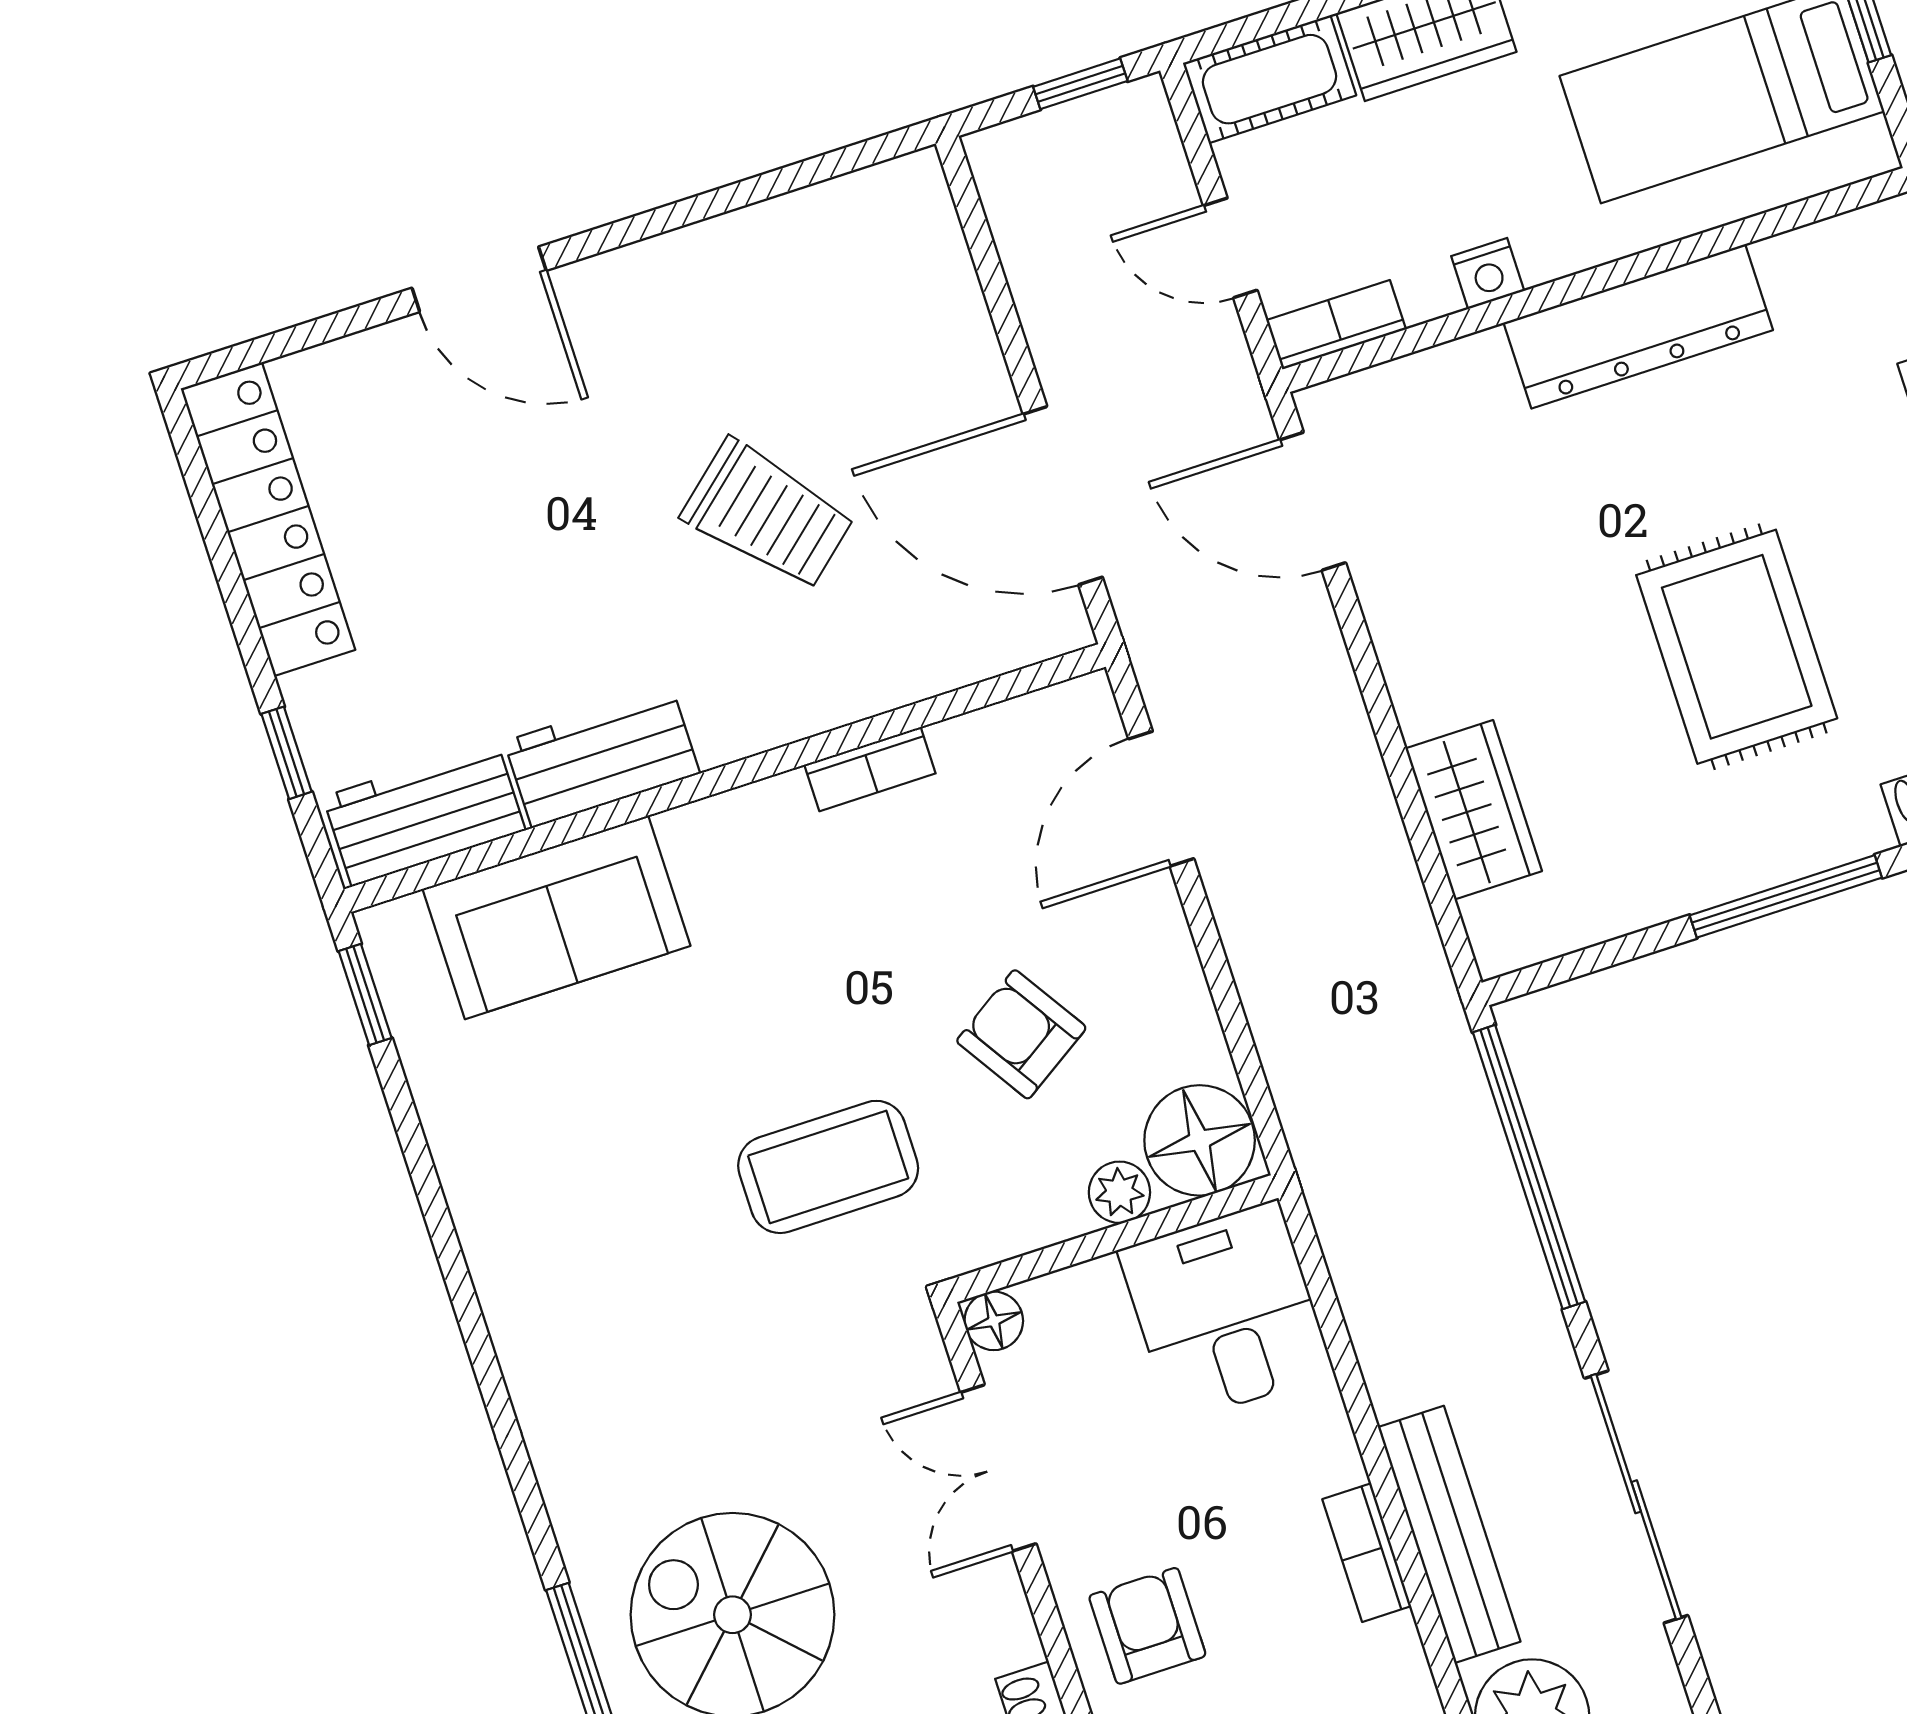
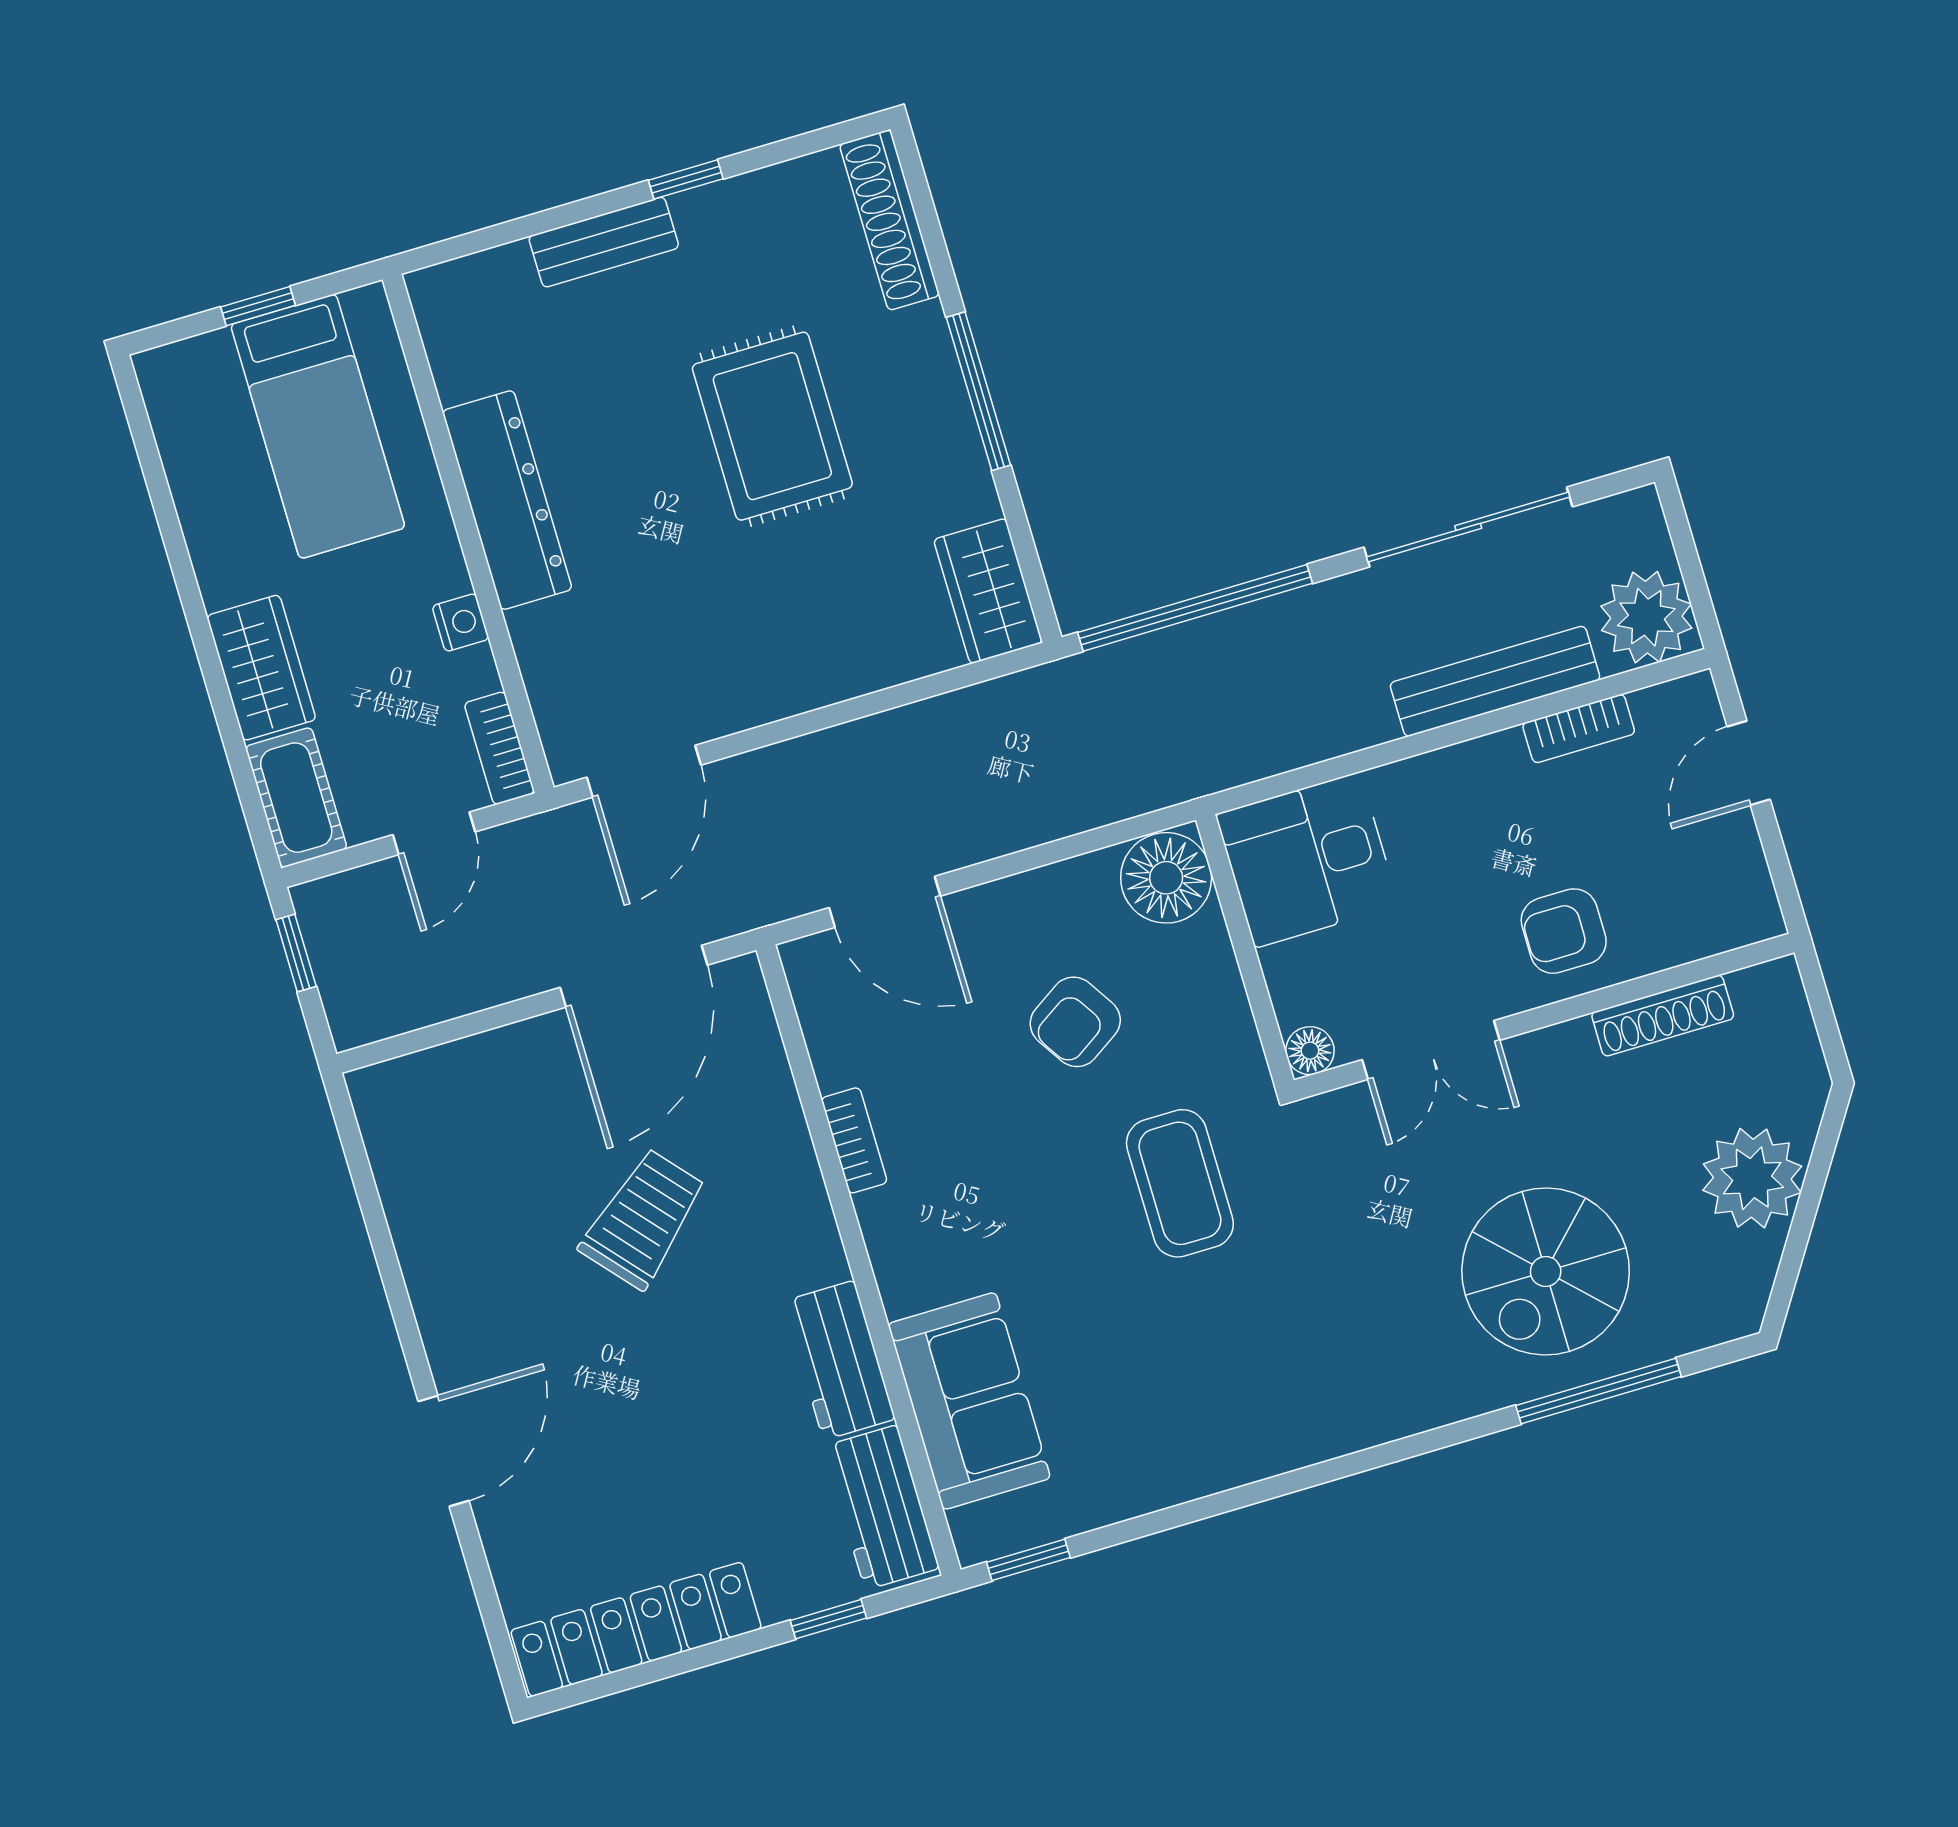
rug: (1737, 647) -> (772, 426), turned 90
wardrobe: (1474, 810) -> (988, 591), moved, turned -90
plant: (1119, 1192) -> (1207, 945), removed
bookcase: (1367, 1553) -> (1579, 729), moved

